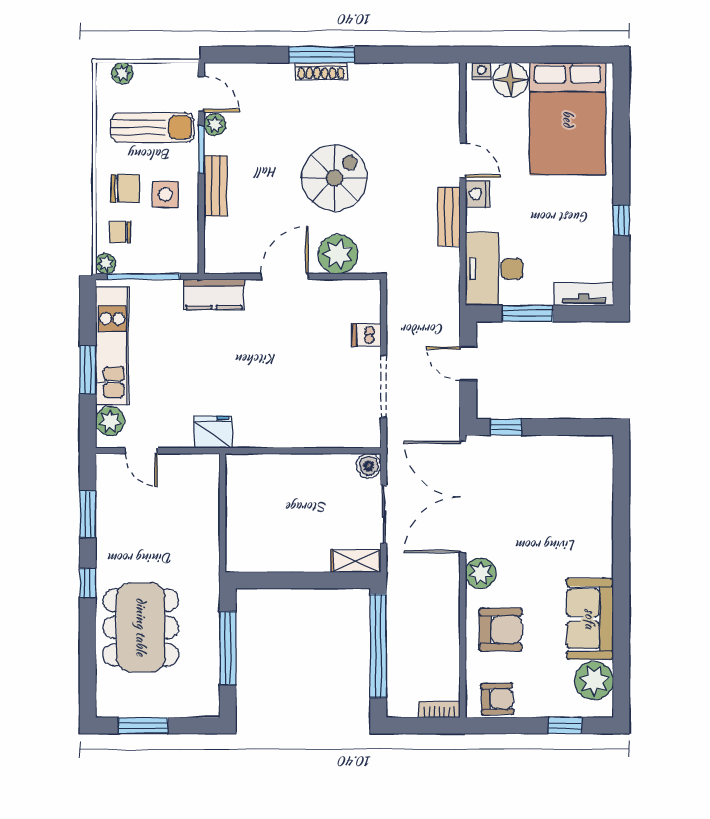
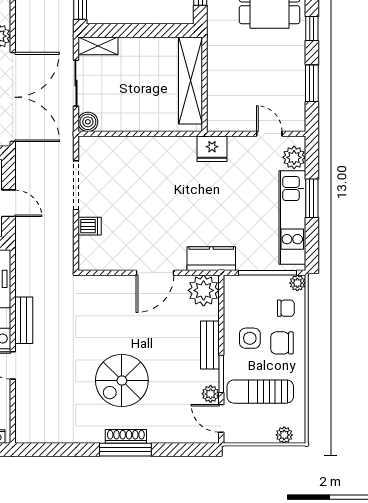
spiral stairs: (334, 178) -> (122, 380), moved
plant: (338, 254) -> (204, 290), moved
shelving: (240, 518) -> (190, 81), added

